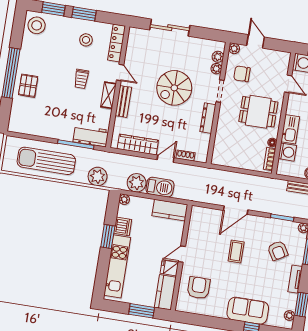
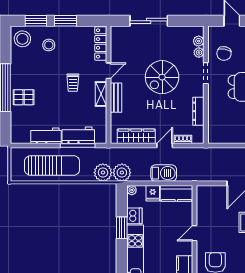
stool: (86, 40) -> (49, 45), moved
plant: (234, 49) -> (213, 31), removed
door: (120, 72) -> (108, 71), hinge flipped
chair: (242, 74) -> (224, 54), turned -80
pallet: (28, 86) -> (24, 97), turned 90
dresser: (208, 118) -> (198, 111), moved
workbench: (45, 129) -> (46, 136), added
workbench: (91, 136) -> (78, 135), moved
sun lounger: (46, 161) -> (52, 166), turned 180
plant: (137, 183) -> (122, 173), moved
fridge: (169, 268) -> (153, 193), moved, turned -90

